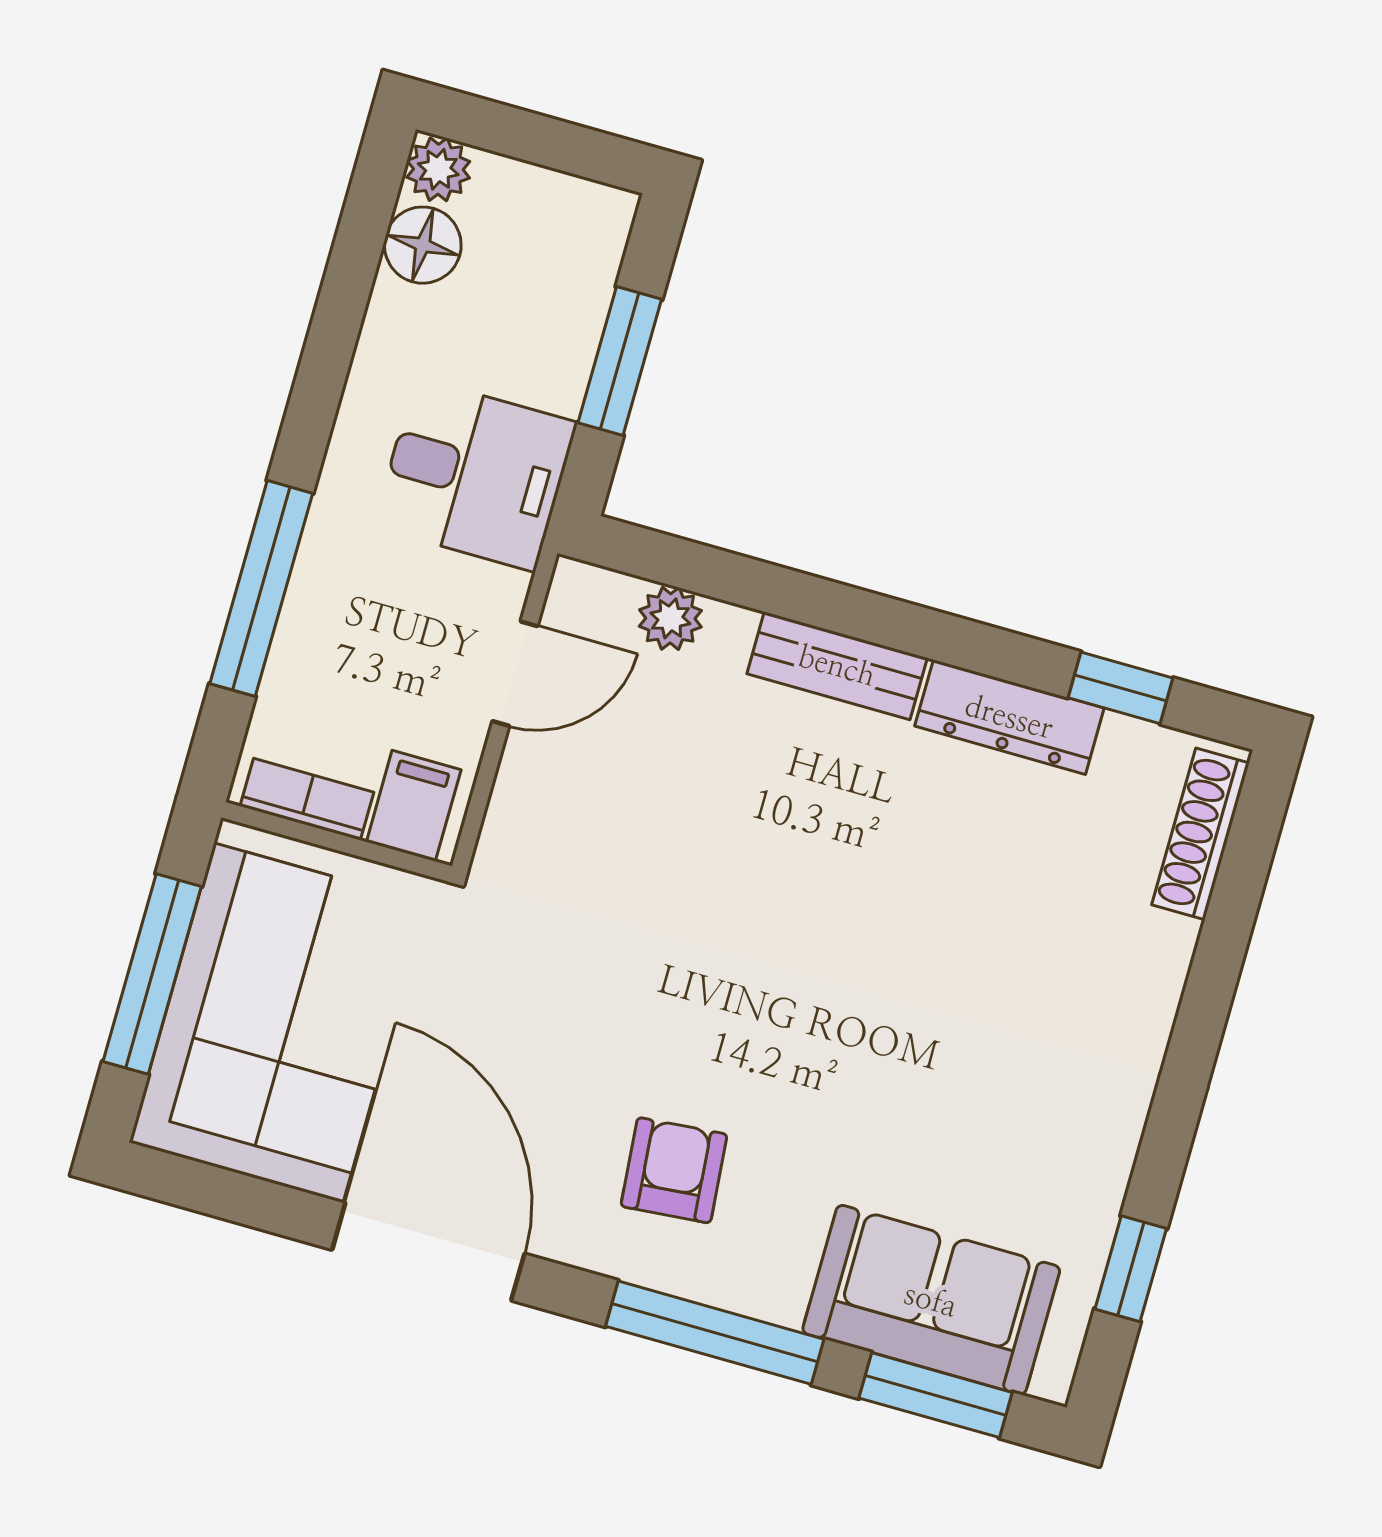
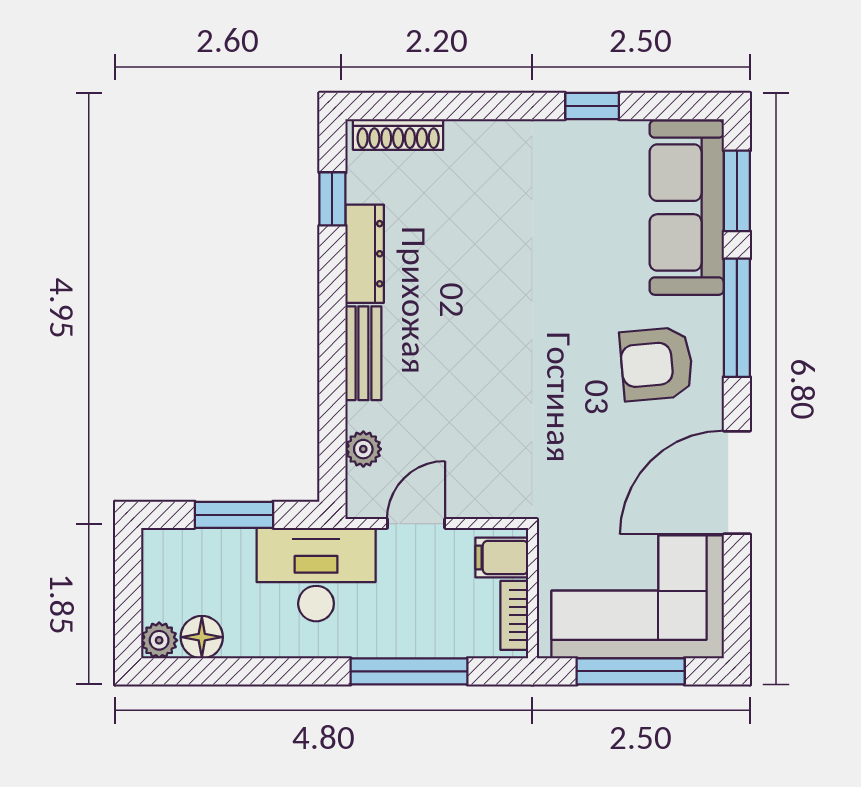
desk: (475, 475) -> (316, 575), width x1.37
door: (515, 674) -> (416, 524), hinge flipped
armchair: (674, 1170) -> (657, 364), width x1.38, depth x1.38
window: (1131, 1269) -> (592, 106), moved
sofa: (931, 1300) -> (687, 208), width x1.36

